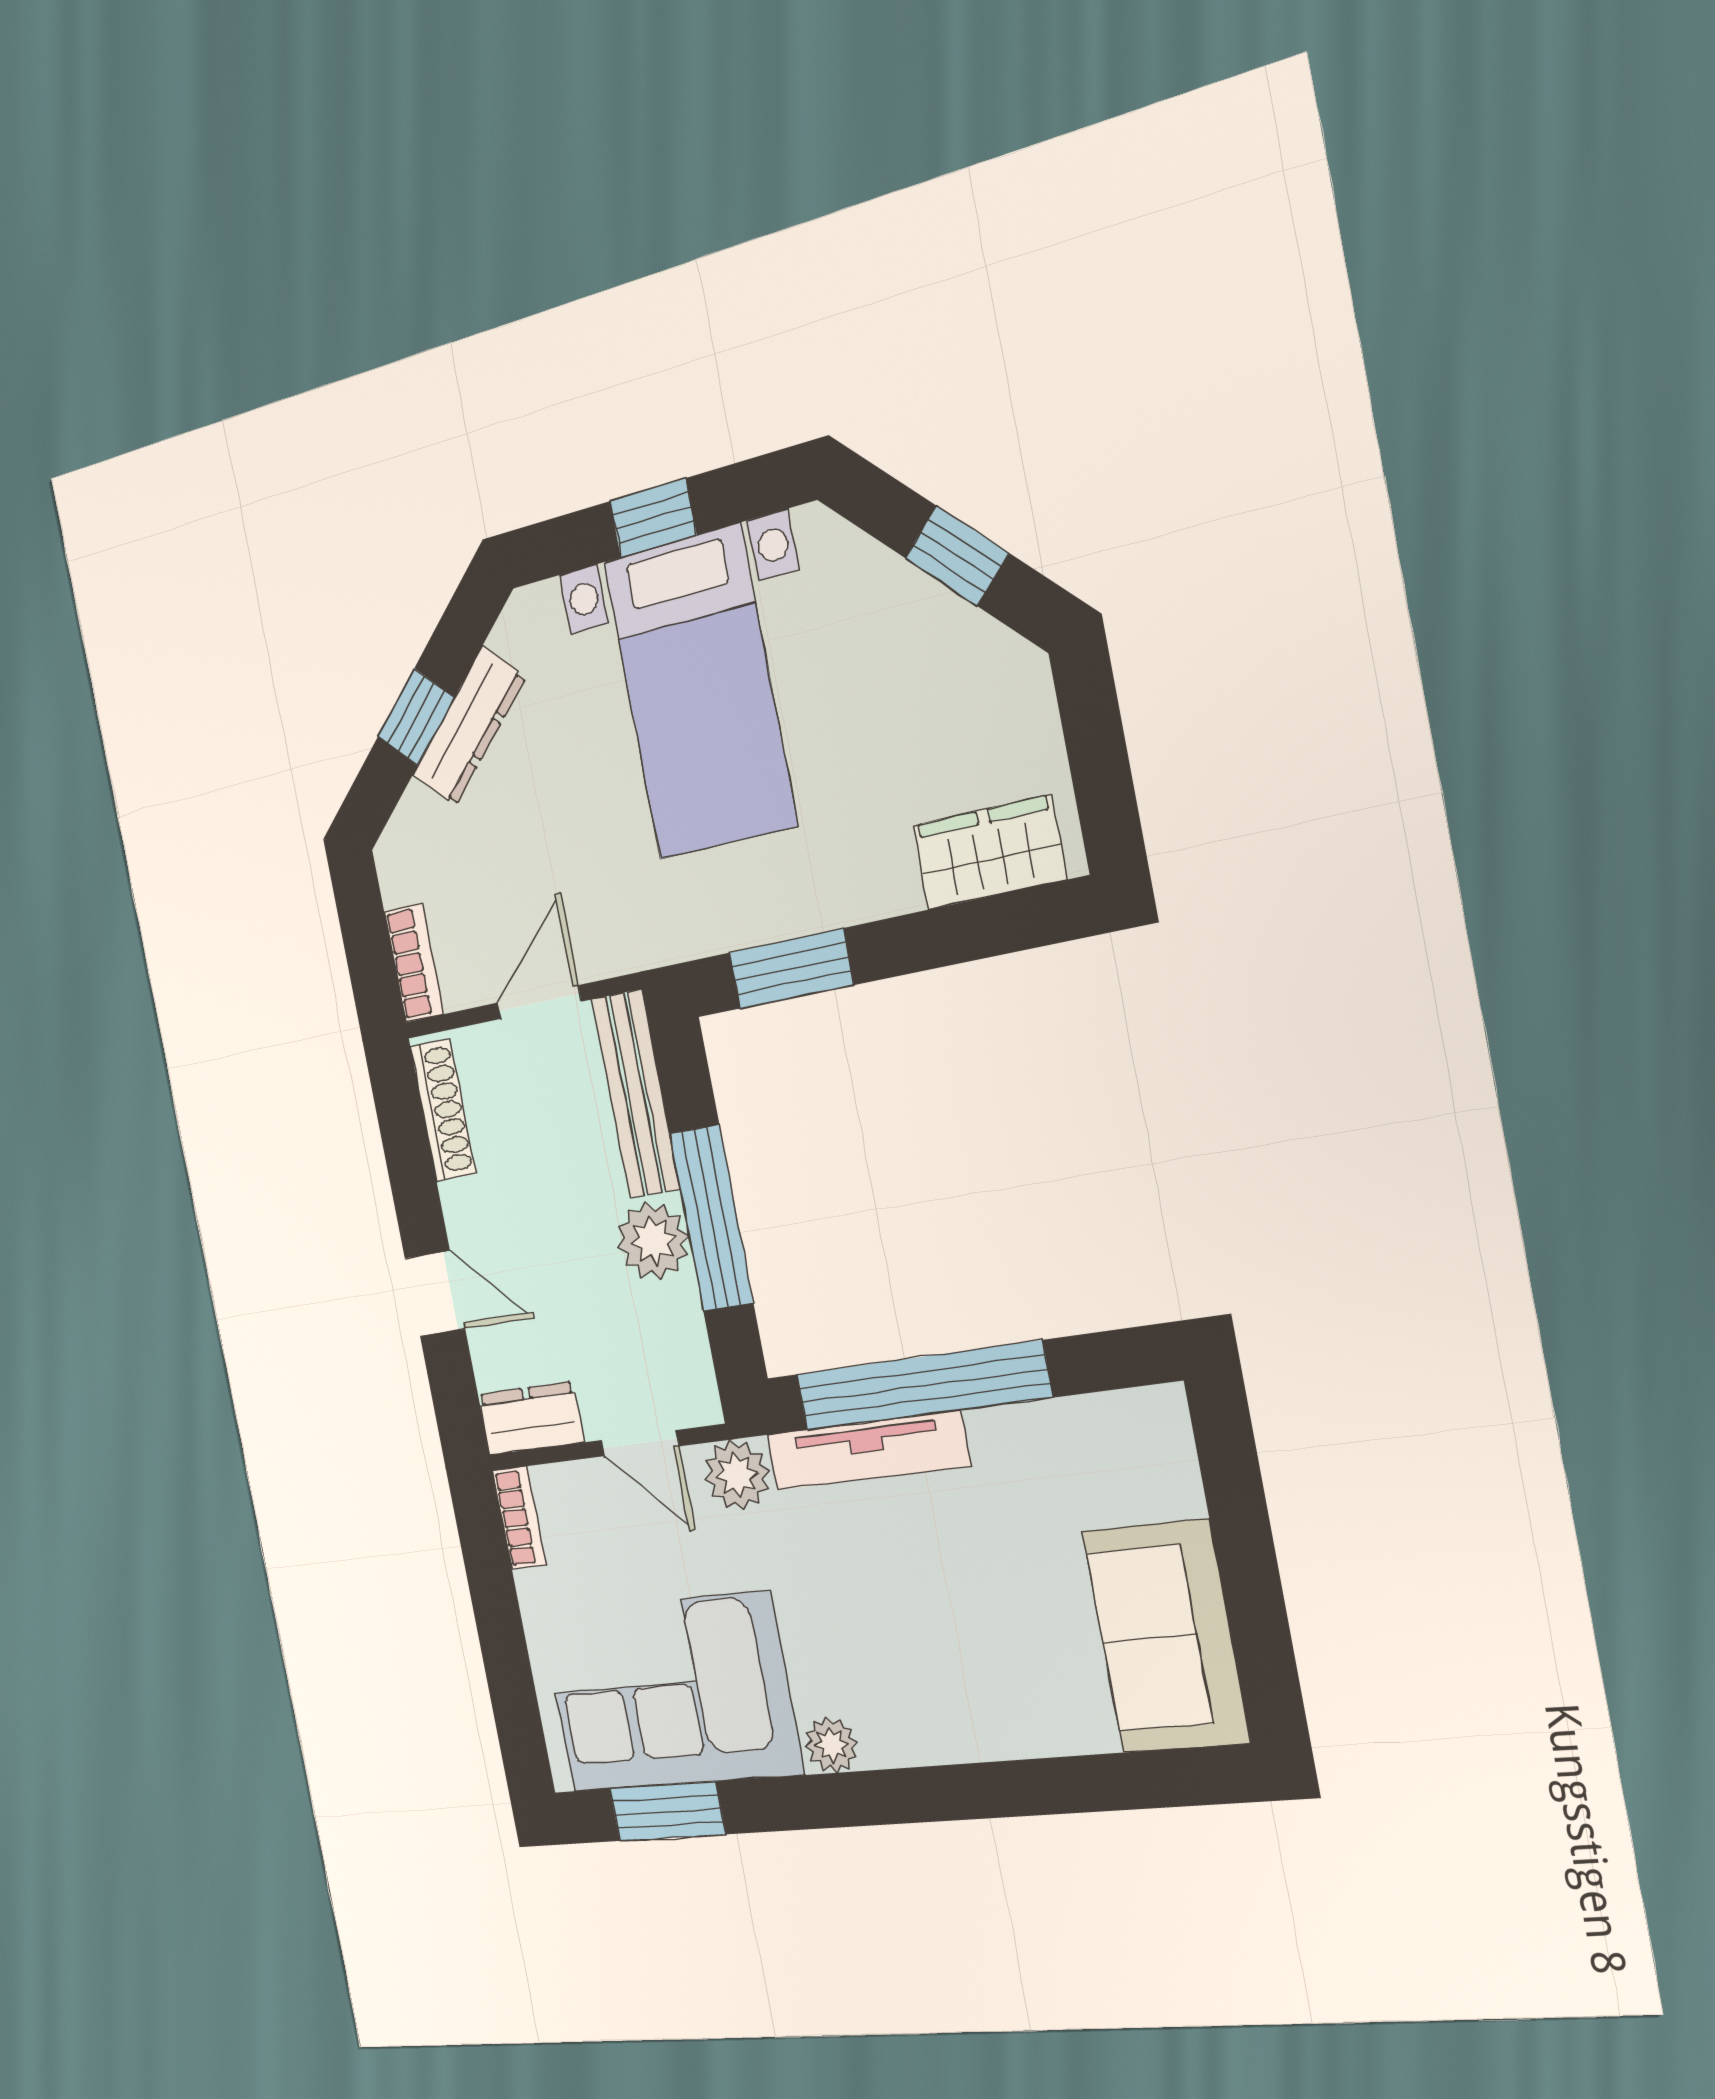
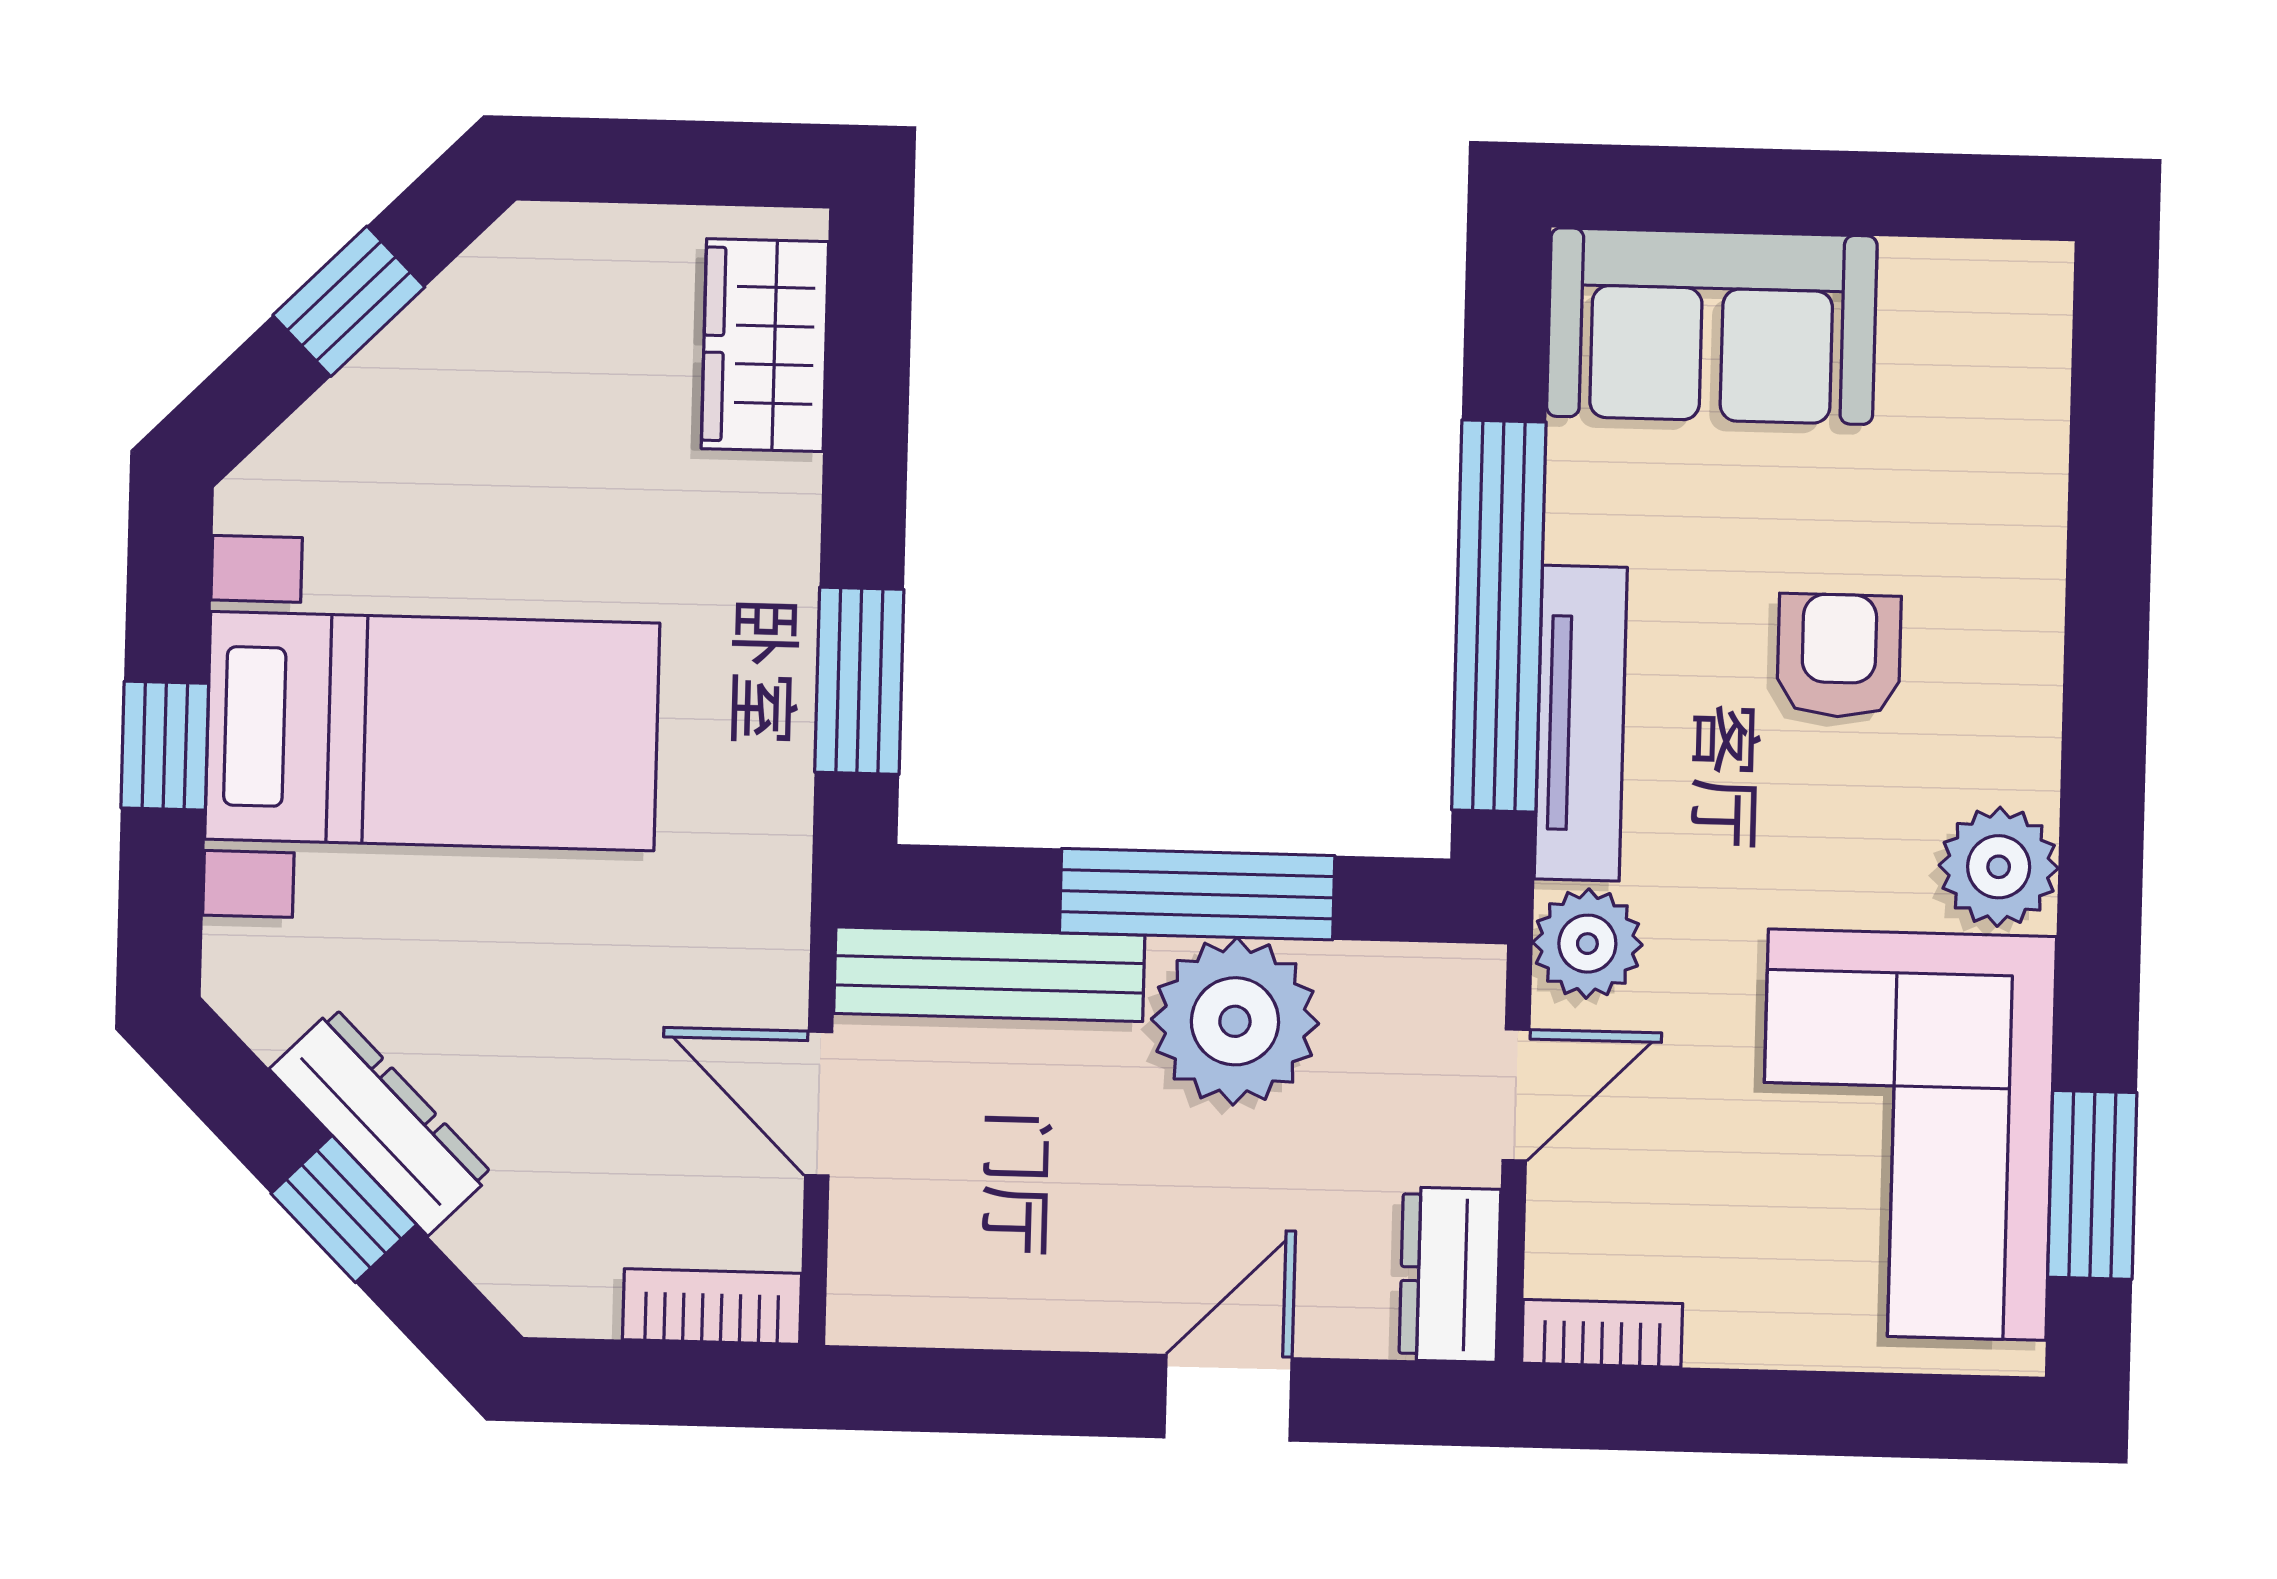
shoe rack: (443, 1110) -> (947, 1311), removed
plant: (653, 1241) -> (1235, 1021), width x1.36, depth x1.36
armchair: (946, 1615) -> (1839, 656), added
sofa: (1166, 1637) -> (1712, 326), moved
plant: (831, 1745) -> (1999, 867), width x1.38, depth x1.38

